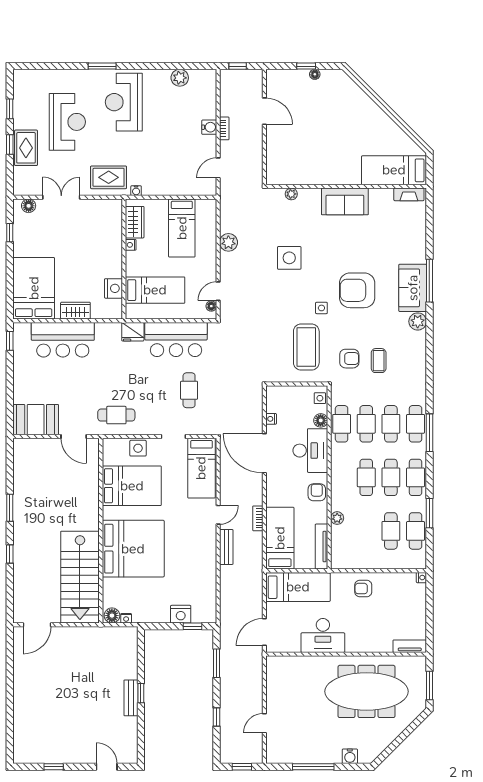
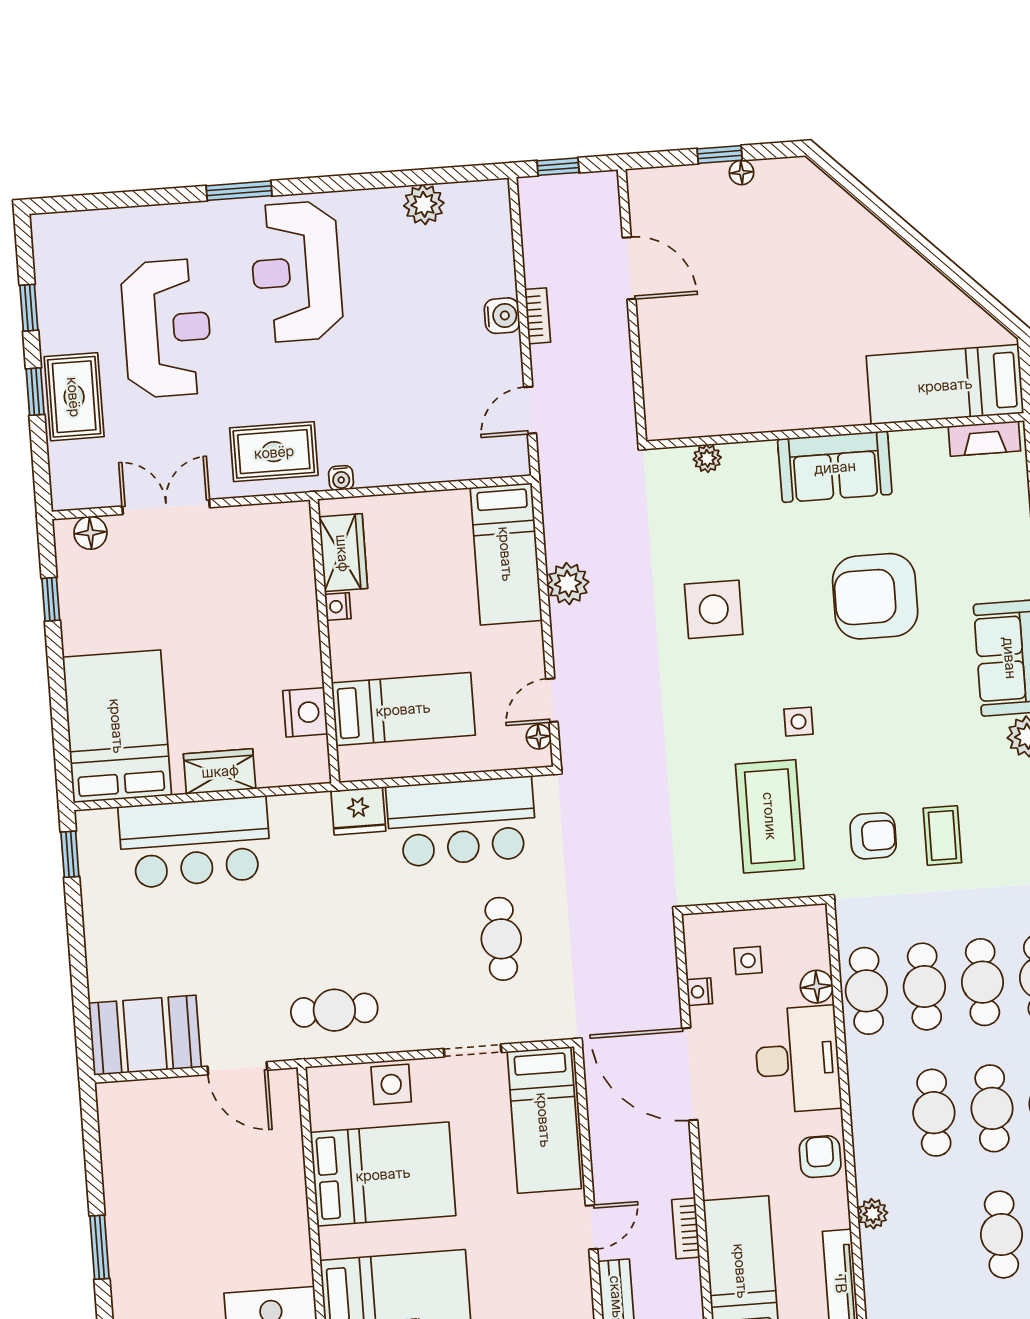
bed: (182, 228) -> (506, 554), moved
armchair: (357, 290) -> (875, 596), moved
side table: (320, 398) -> (748, 960), moved

